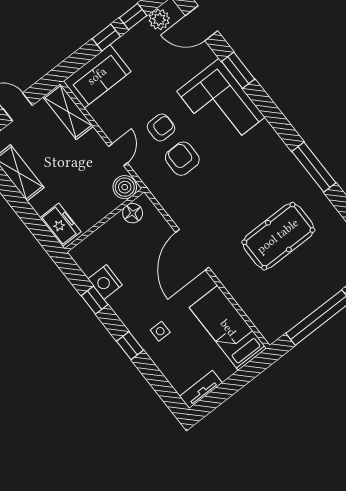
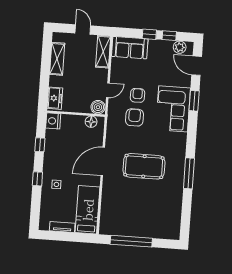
armchair: (161, 128) -> (138, 95), turned -90
pool table: (278, 236) -> (144, 166), moved
nightstand: (105, 282) -> (53, 121), moved
tv unit: (201, 389) -> (62, 227), moved

